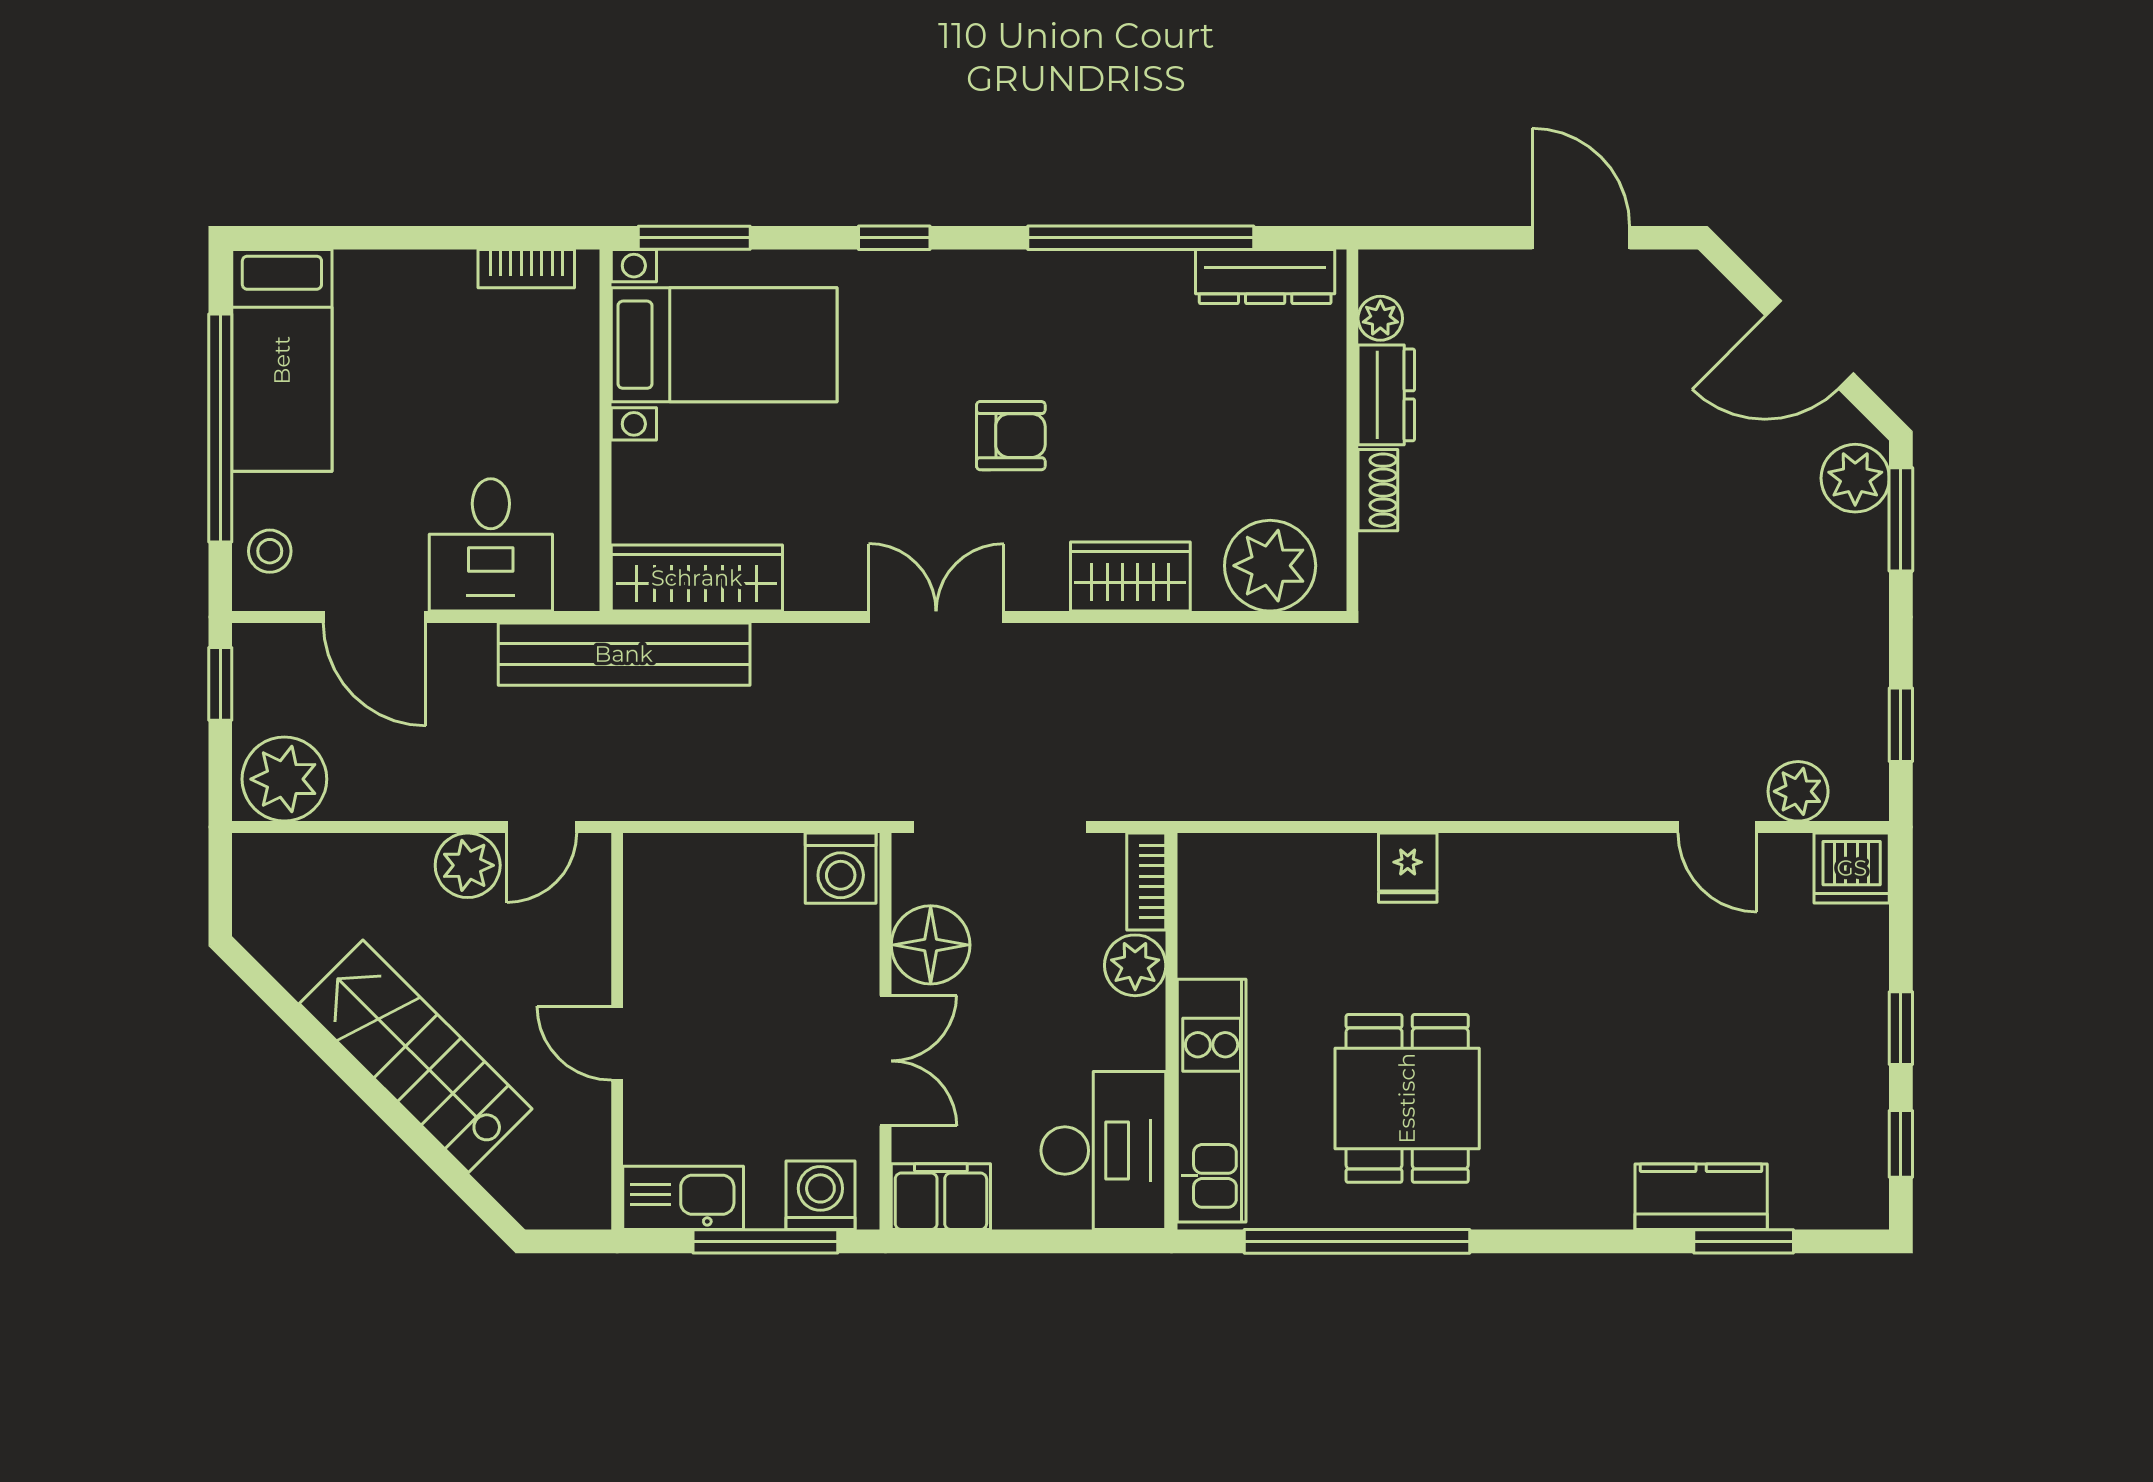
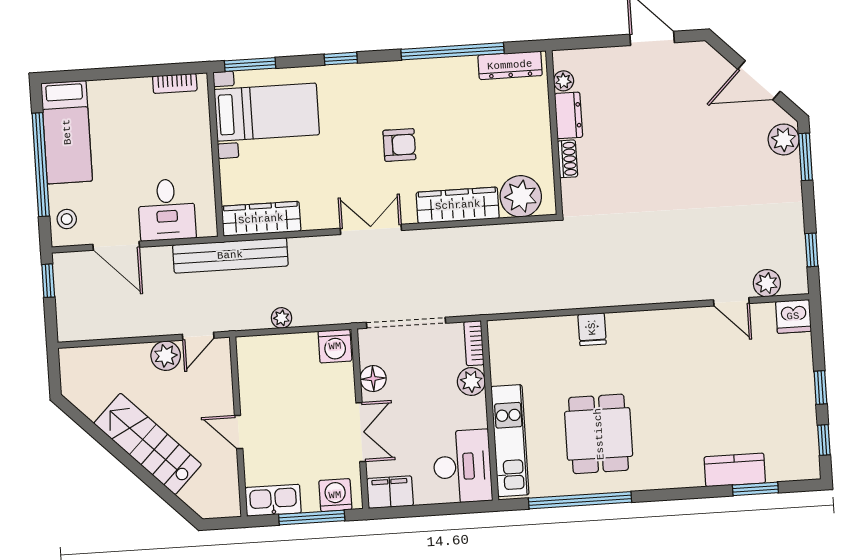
wardrobe: (1130, 577) -> (458, 205), width x1.50
plant: (284, 779) -> (281, 318), moved, width x0.53, depth x0.53
floor lamp: (931, 945) -> (373, 379), width x0.73, depth x0.73

